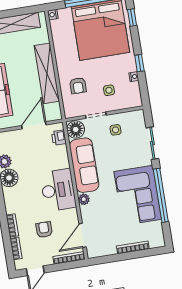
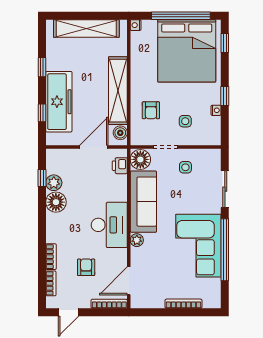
boiler: (55, 109) -> (120, 133), added

